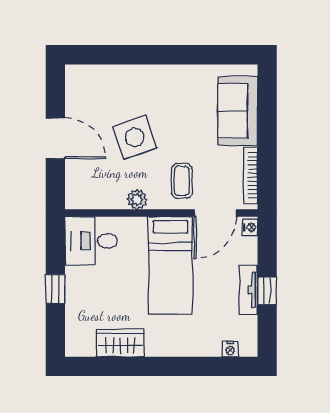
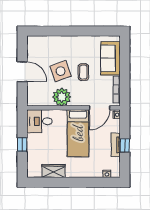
coffee table: (182, 181) -> (83, 72), moved
plant: (137, 199) -> (62, 97), width x1.88, depth x1.88

